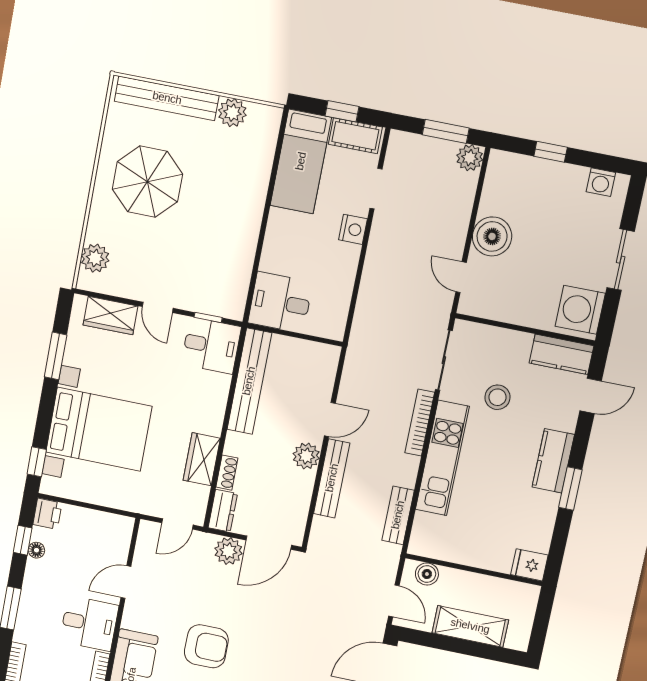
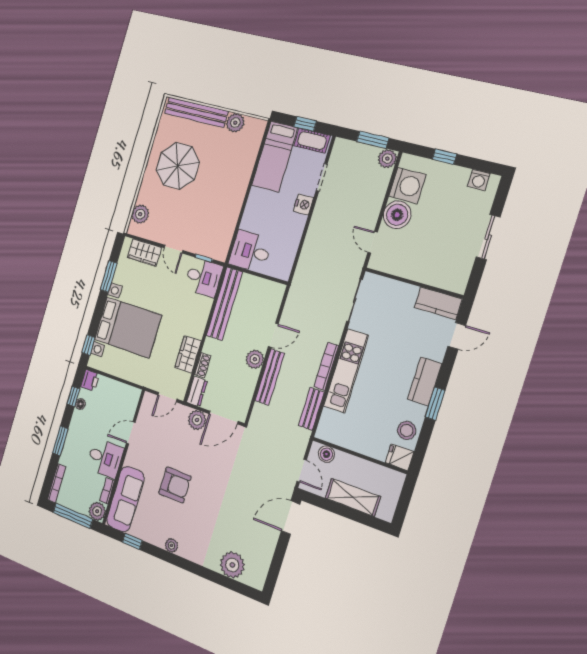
washing machine: (580, 310) -> (407, 185), moved, turned 180
stool: (497, 397) -> (407, 430), moved
bookcase: (420, 423) -> (326, 366), moved

